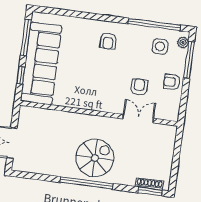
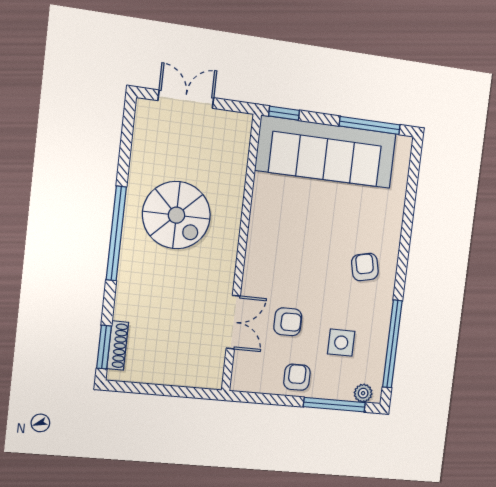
armchair: (108, 41) -> (365, 267), turned 77
side table: (160, 46) -> (341, 343), moved
window: (21, 75) -> (284, 113), moved
spiral stairs: (95, 158) -> (176, 215), moved

